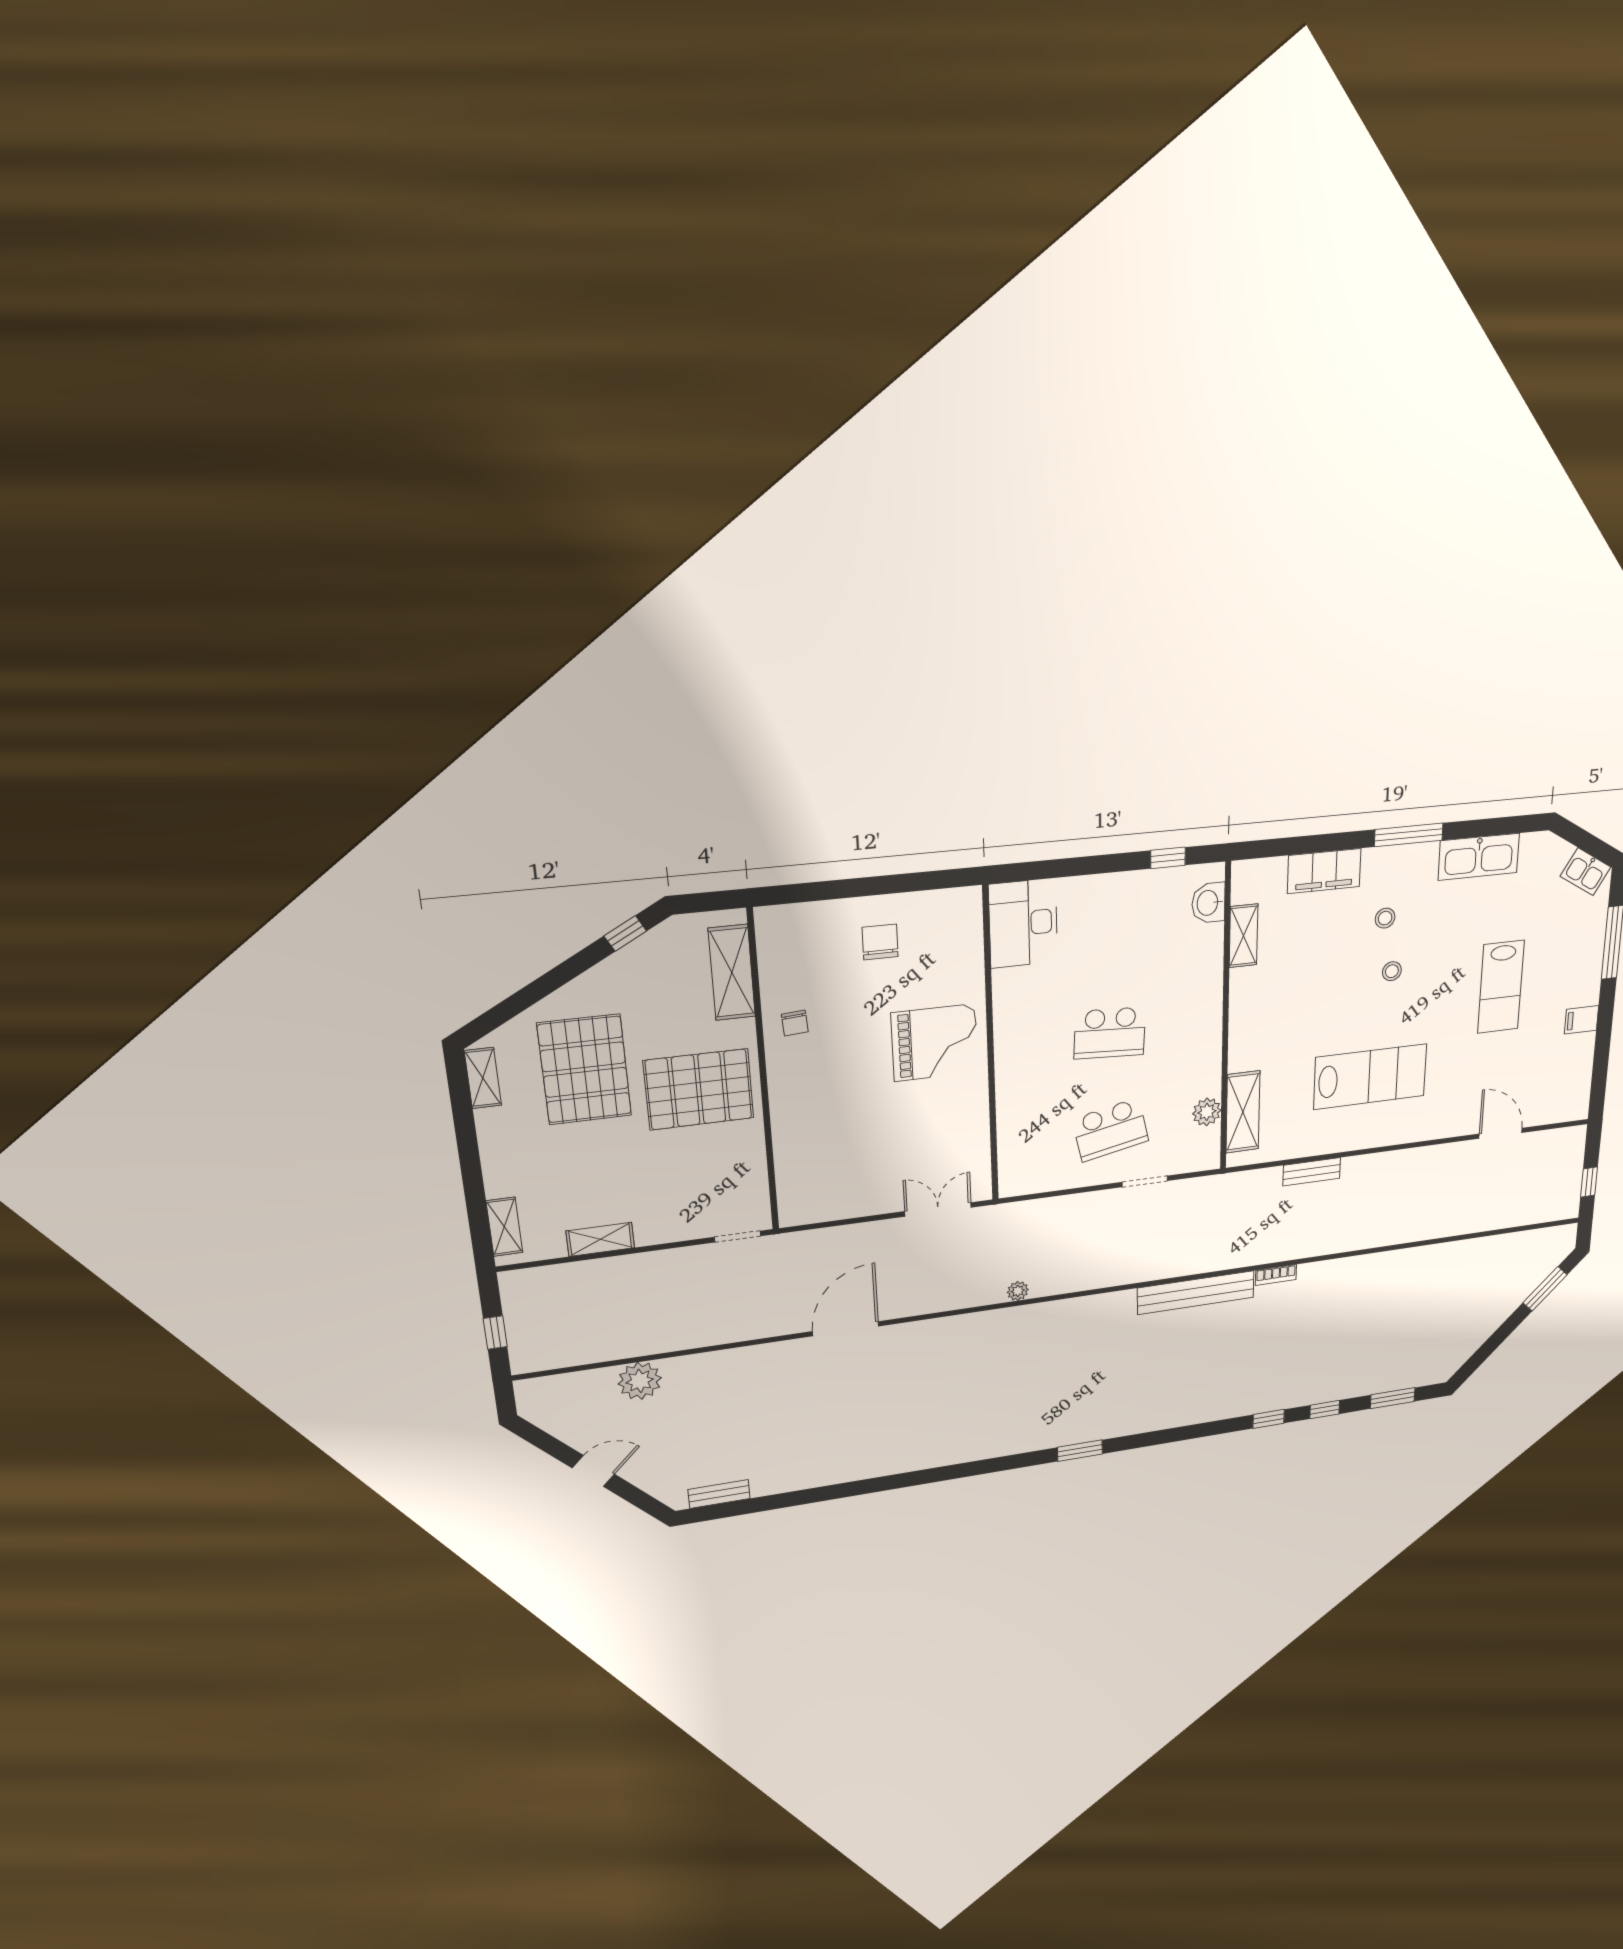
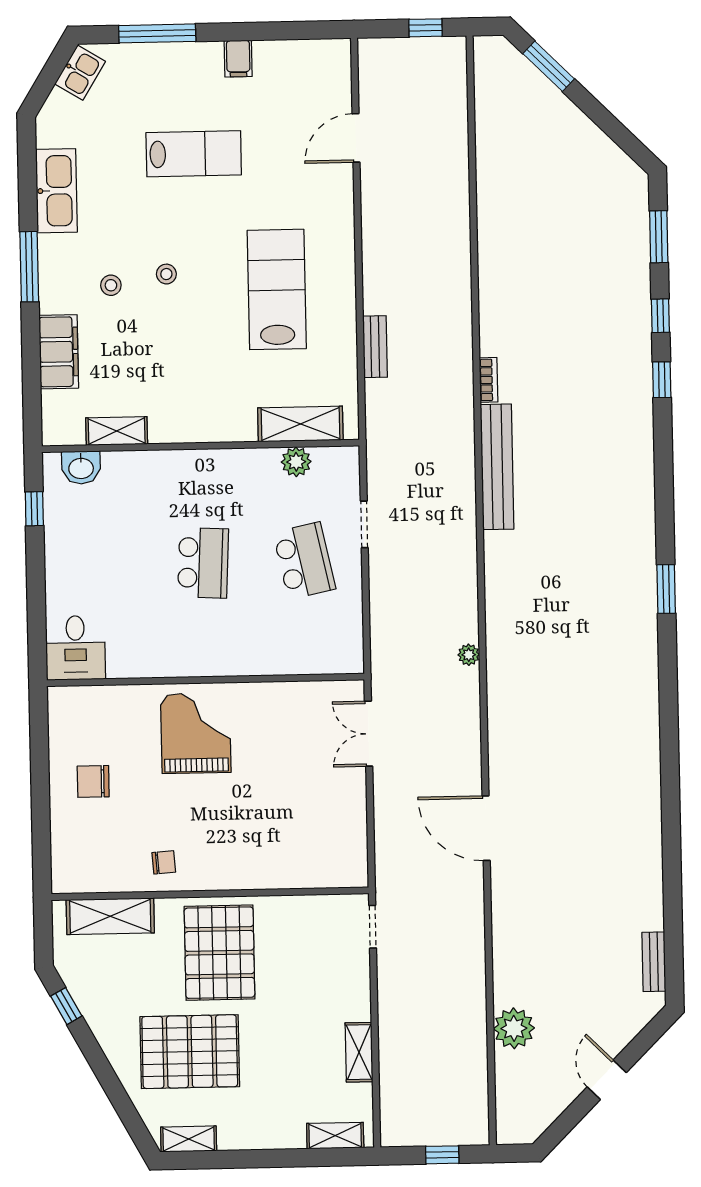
desk: (1023, 923) -> (75, 648), width x0.73

